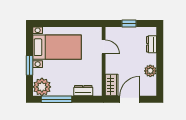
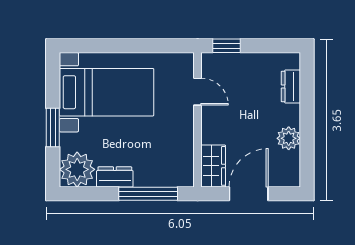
window: (129, 23) -> (226, 46), moved
dresser: (83, 91) -> (115, 177), moved
window: (56, 99) -> (148, 194), moved

